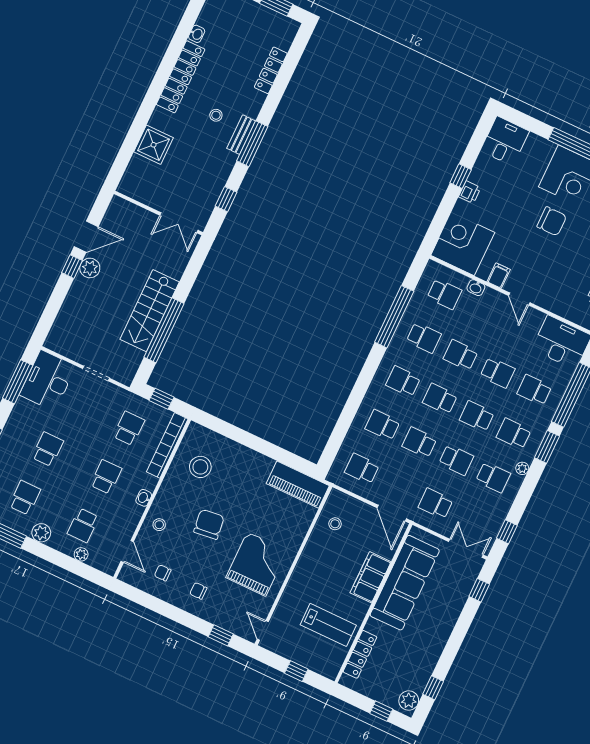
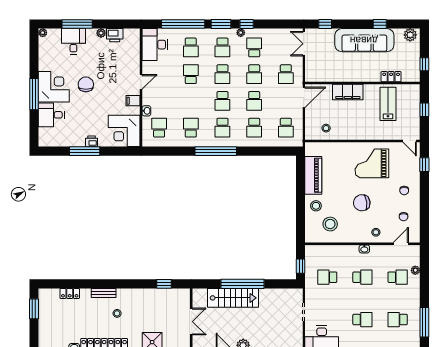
locker: (271, 70) -> (70, 293), width x0.66
bench: (241, 135) -> (104, 293), moved
desk: (505, 141) -> (51, 115), moved
window: (252, 144) -> (124, 284), removed
window: (461, 176) -> (85, 151), width x2.17
double door: (179, 223) -> (191, 322), moved
stairs: (150, 311) -> (233, 298), moved
window: (394, 317) -> (216, 151), moved
window: (164, 330) -> (242, 284), moved
school desk: (461, 355) -> (191, 101), removed
bookcase: (167, 445) -> (327, 250), removed
school desk: (48, 449) -> (362, 320), turned 180
stool: (235, 459) -> (316, 206), added
school desk: (456, 460) -> (254, 74), turned 180
school desk: (106, 477) -> (362, 277), turned 180
piano: (298, 485) -> (313, 175), moved
window: (507, 532) -> (247, 24), moved
plant: (41, 533) -> (414, 300), removed
sofa: (405, 583) -> (364, 40), moved, turned 180
door: (263, 630) -> (410, 141), hinge flipped
locker: (360, 654) -> (391, 77), width x0.66
window: (433, 688) -> (380, 24), moved
window: (381, 711) -> (424, 64), moved

